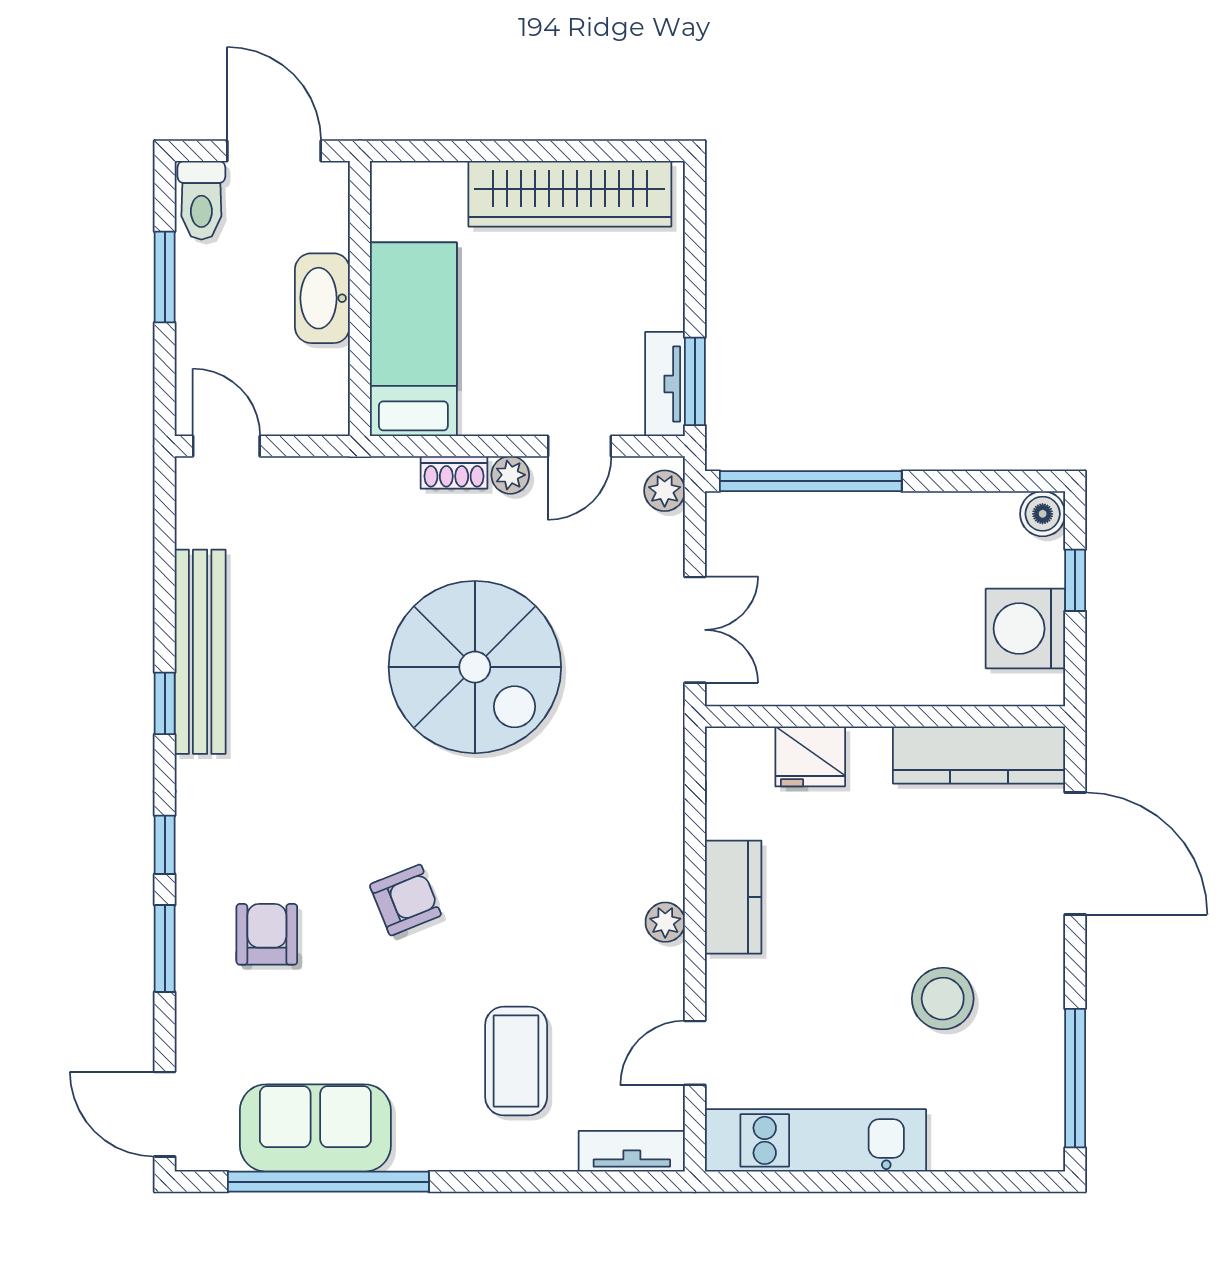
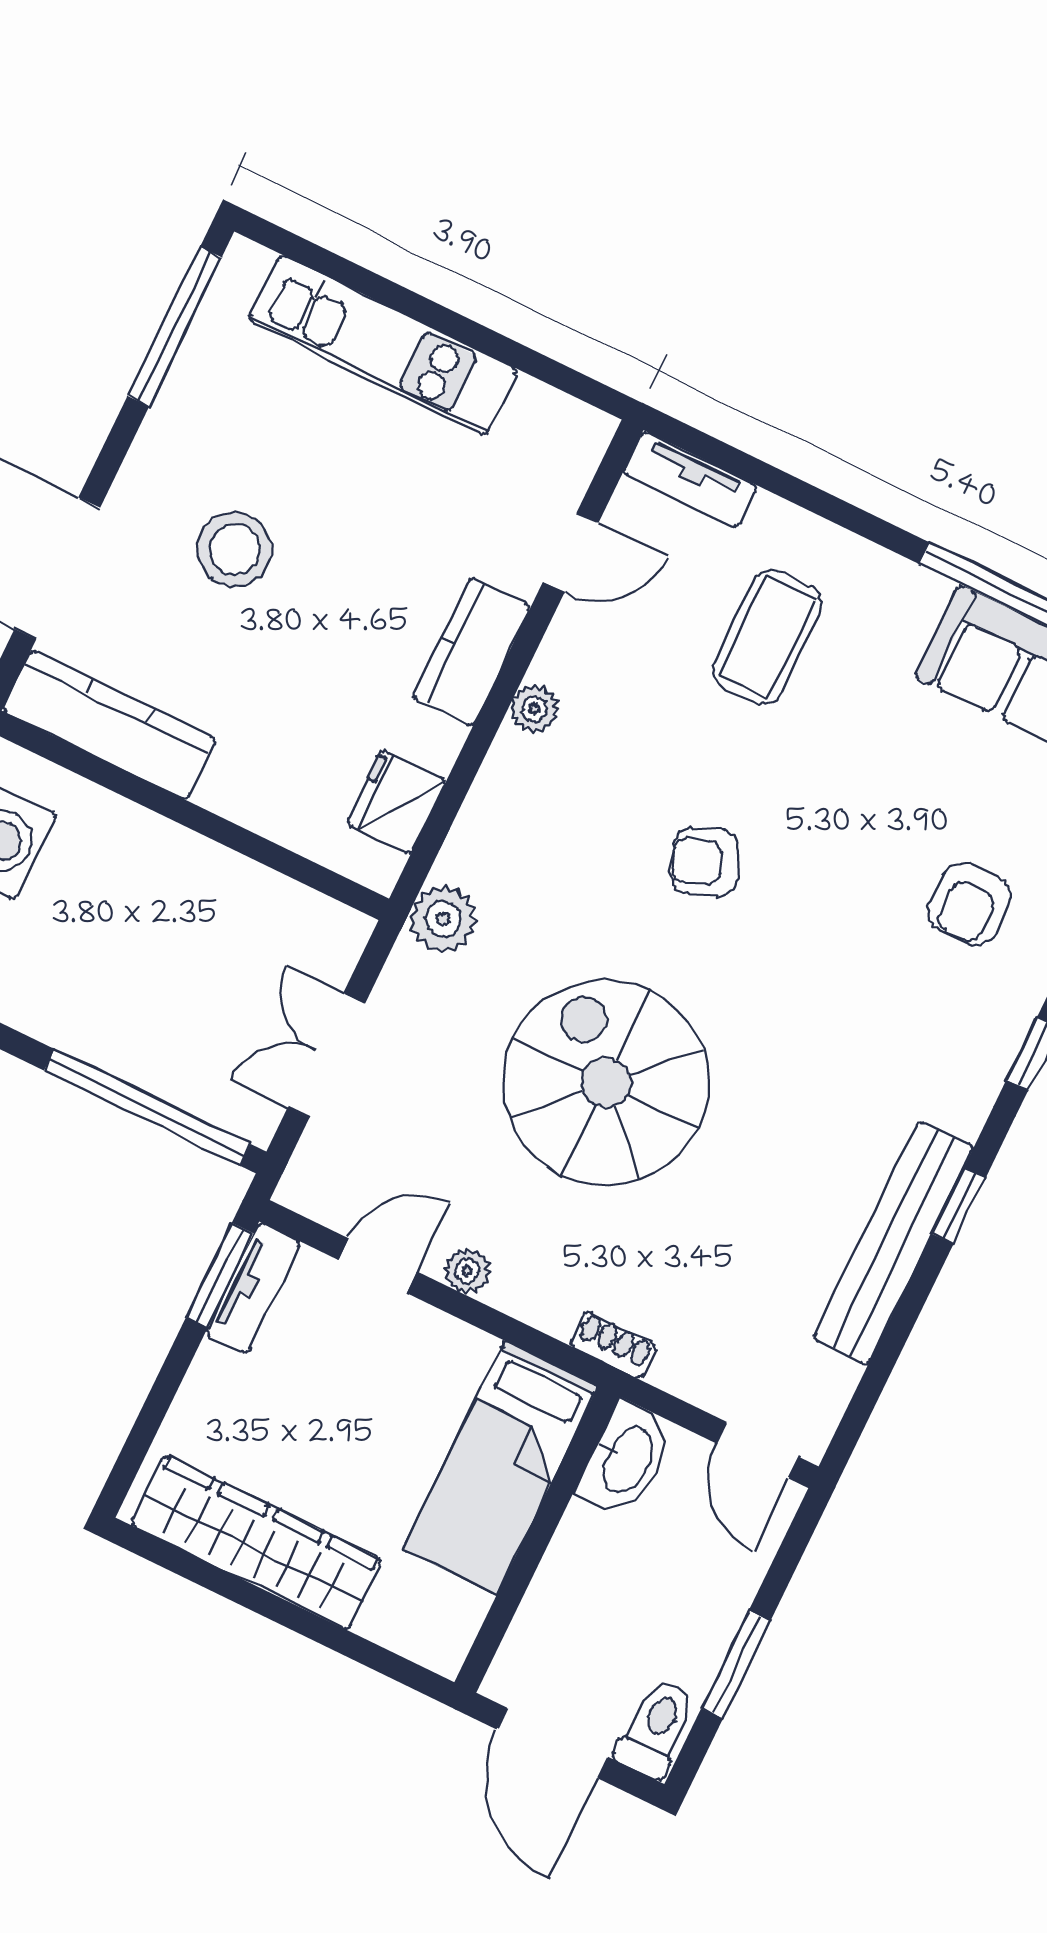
washbasin: (322, 298) -> (626, 1459), moved
shoe rack: (454, 472) -> (613, 1345), moved
plant: (665, 491) -> (443, 919), moved, width x1.38, depth x1.38
double door: (695, 630) -> (326, 1055), moved
fridge: (810, 756) -> (396, 802), moved, turned -90
kitchen counter: (733, 897) -> (472, 652), moved
armchair: (405, 900) -> (705, 862), moved
stool: (943, 999) -> (235, 549), moved
kitchen unit: (816, 1140) -> (383, 345), moved

